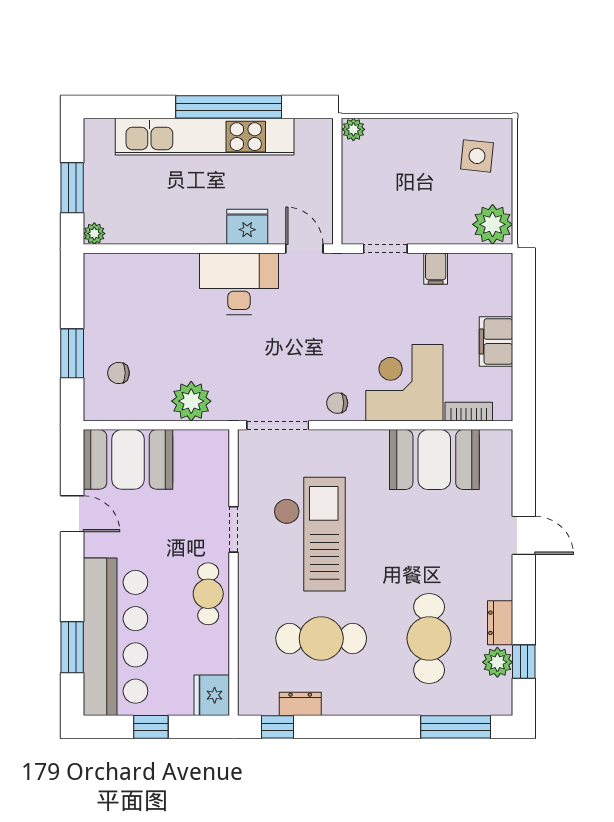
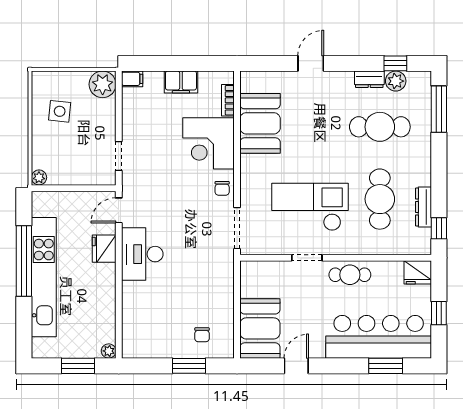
side table: (477, 156) -> (60, 111), moved
filing cabinet: (436, 269) -> (132, 79), moved
plant: (191, 401) -> (221, 286), removed
dresser: (300, 704) -> (424, 207), width x1.44

